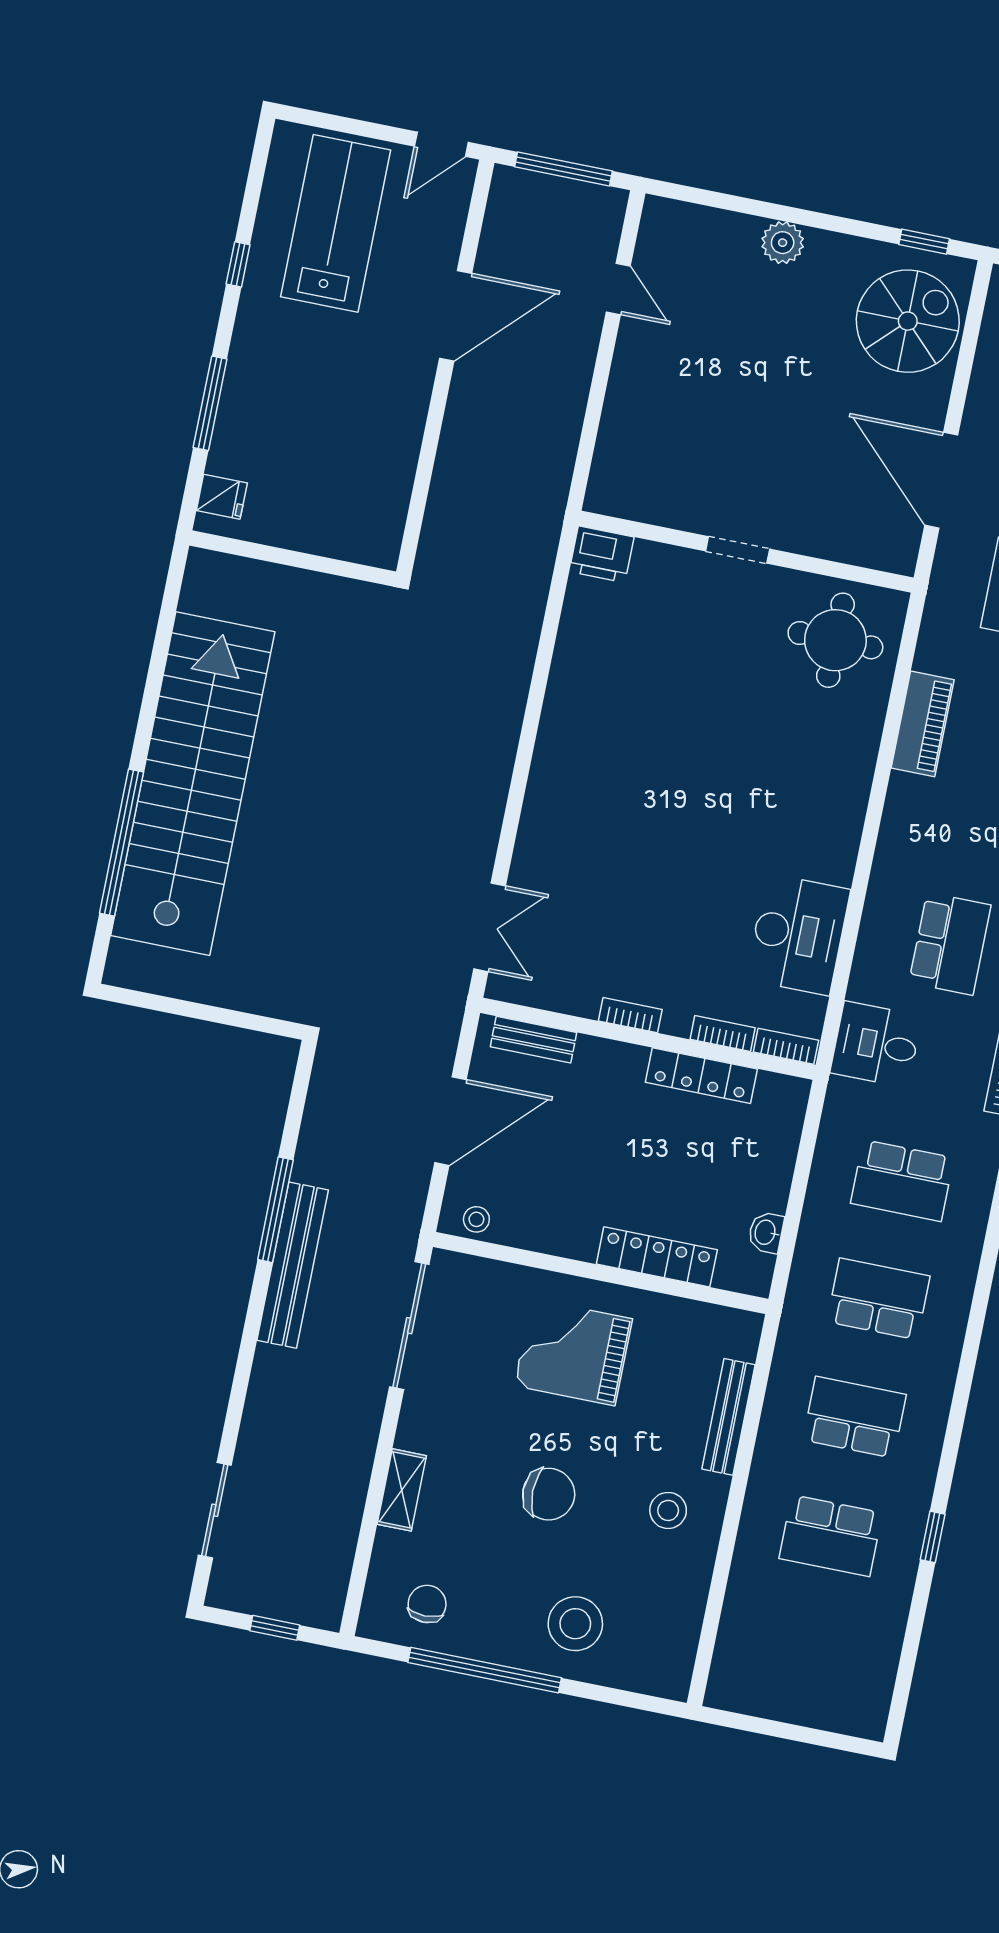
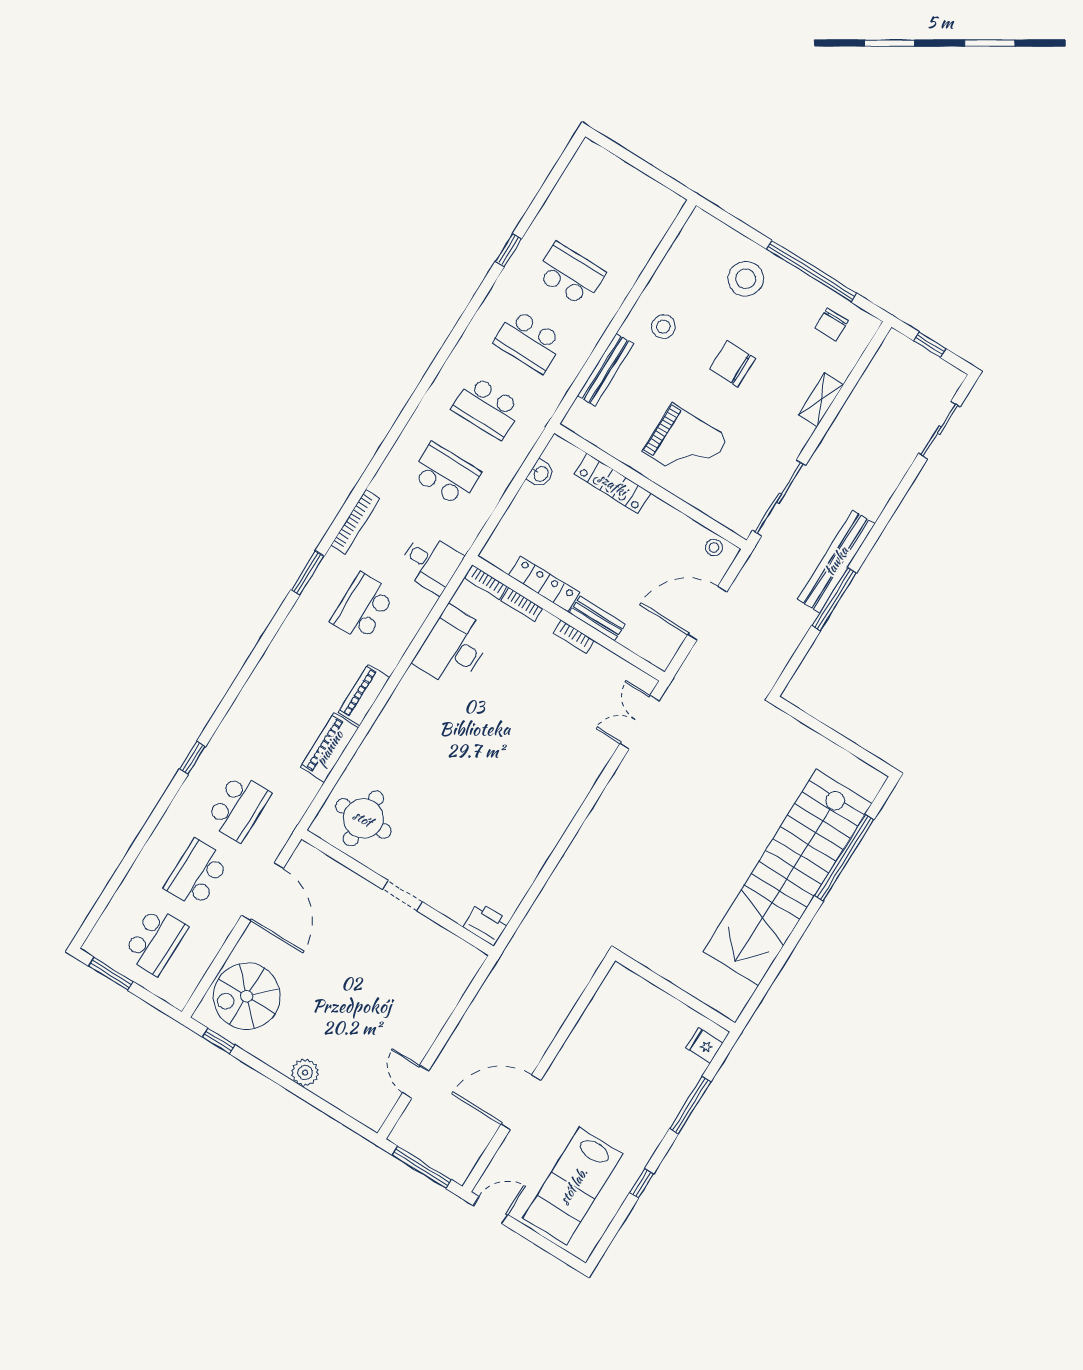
piano: (901, 818) -> (364, 695), added
bench: (533, 1040) -> (597, 619), moved

